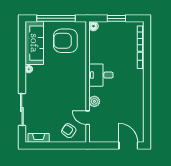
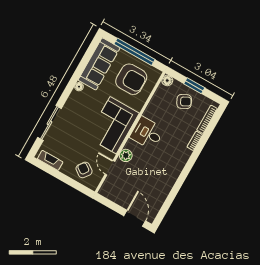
armchair: (115, 35) -> (184, 101), added
armchair: (65, 41) -> (131, 79), turned 180
corner sofa: (72, 84) -> (113, 125), added

